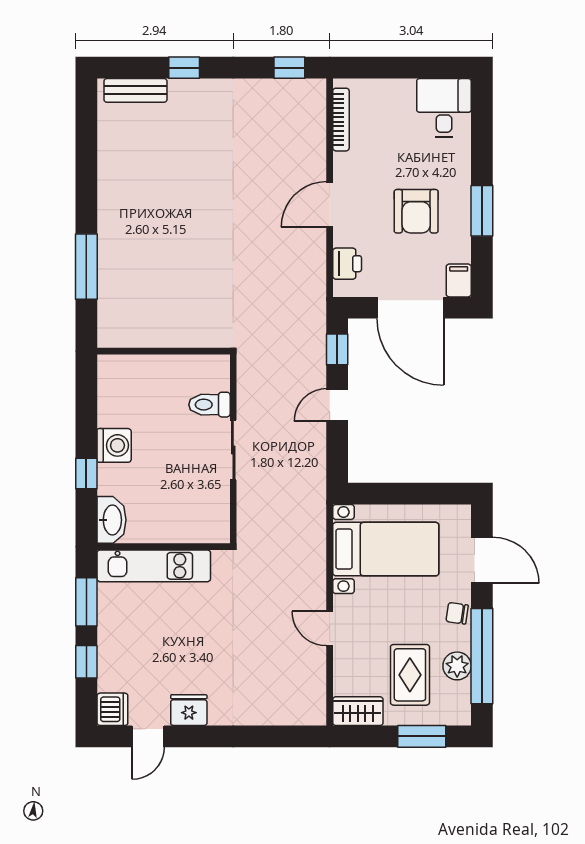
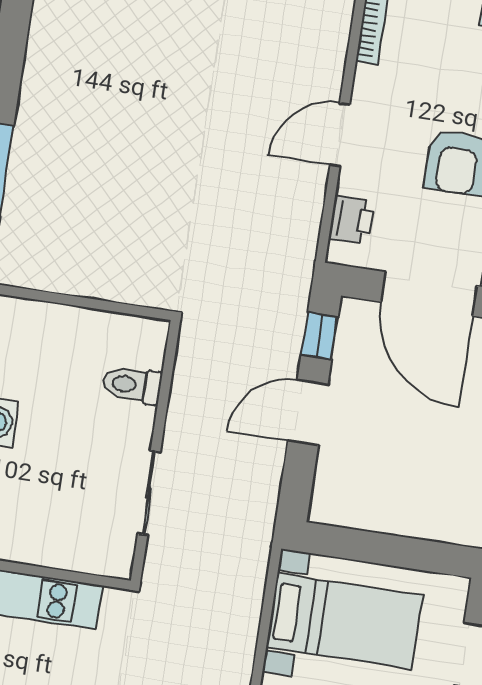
door: (337, 405) -> (308, 412), width x1.38
sliding door: (233, 450) -> (149, 493), moved

